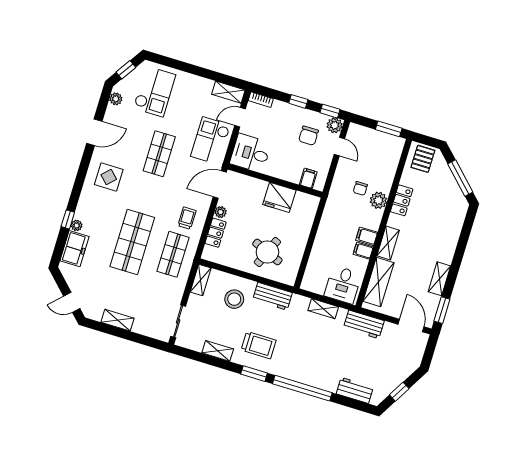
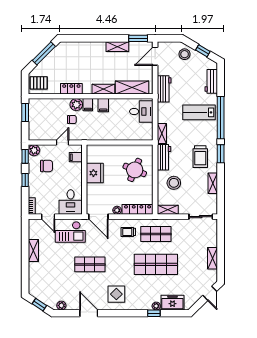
checkout: (154, 91) -> (48, 281), removed
shelving: (228, 92) -> (33, 251), moved
door: (339, 146) -> (62, 143), moved
locker: (216, 233) -> (138, 209), width x1.53
filing cabinet: (363, 251) -> (88, 105), moved
shelving: (323, 309) -> (162, 133), moved
trolley: (259, 345) -> (200, 157), turned 180
lab bench: (318, 361) -> (199, 112), added
stool: (402, 366) -> (185, 54), added

